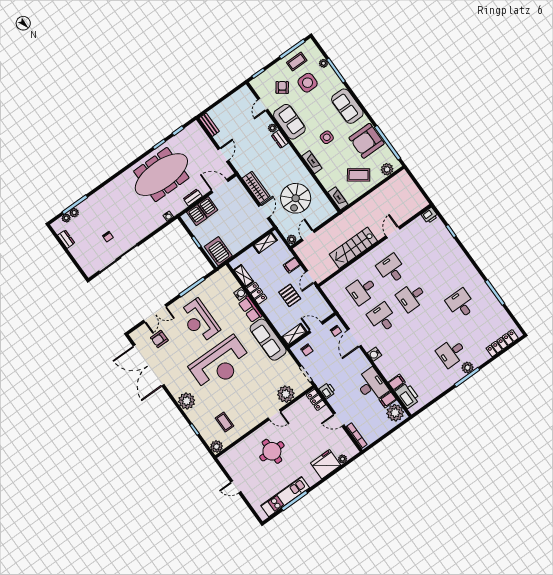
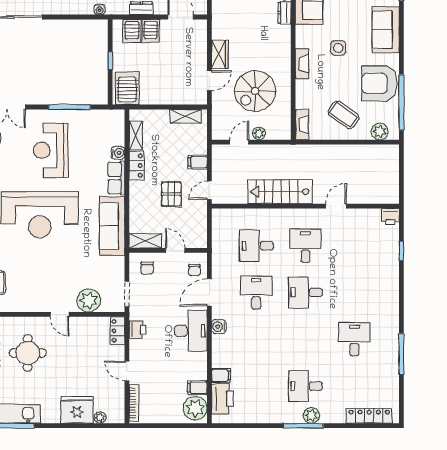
wardrobe: (256, 187) -> (220, 54), width x0.67
plant: (292, 239) -> (259, 133), moved
desk: (372, 385) -> (191, 331), moved

